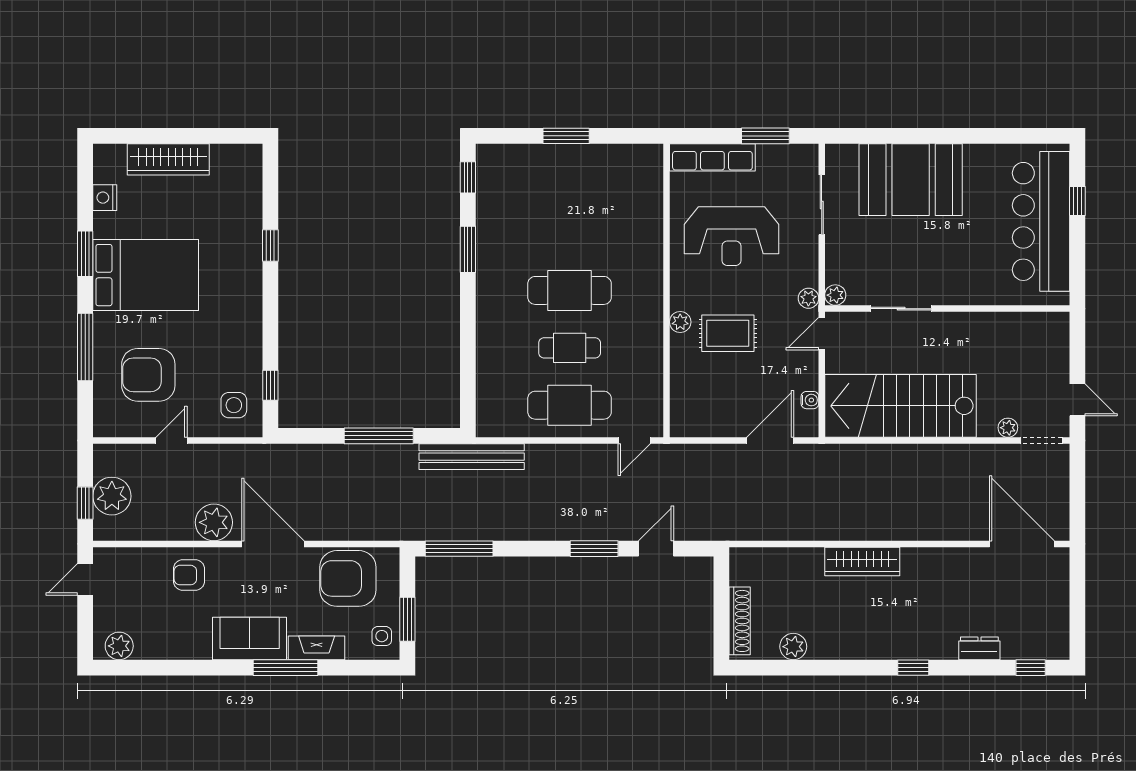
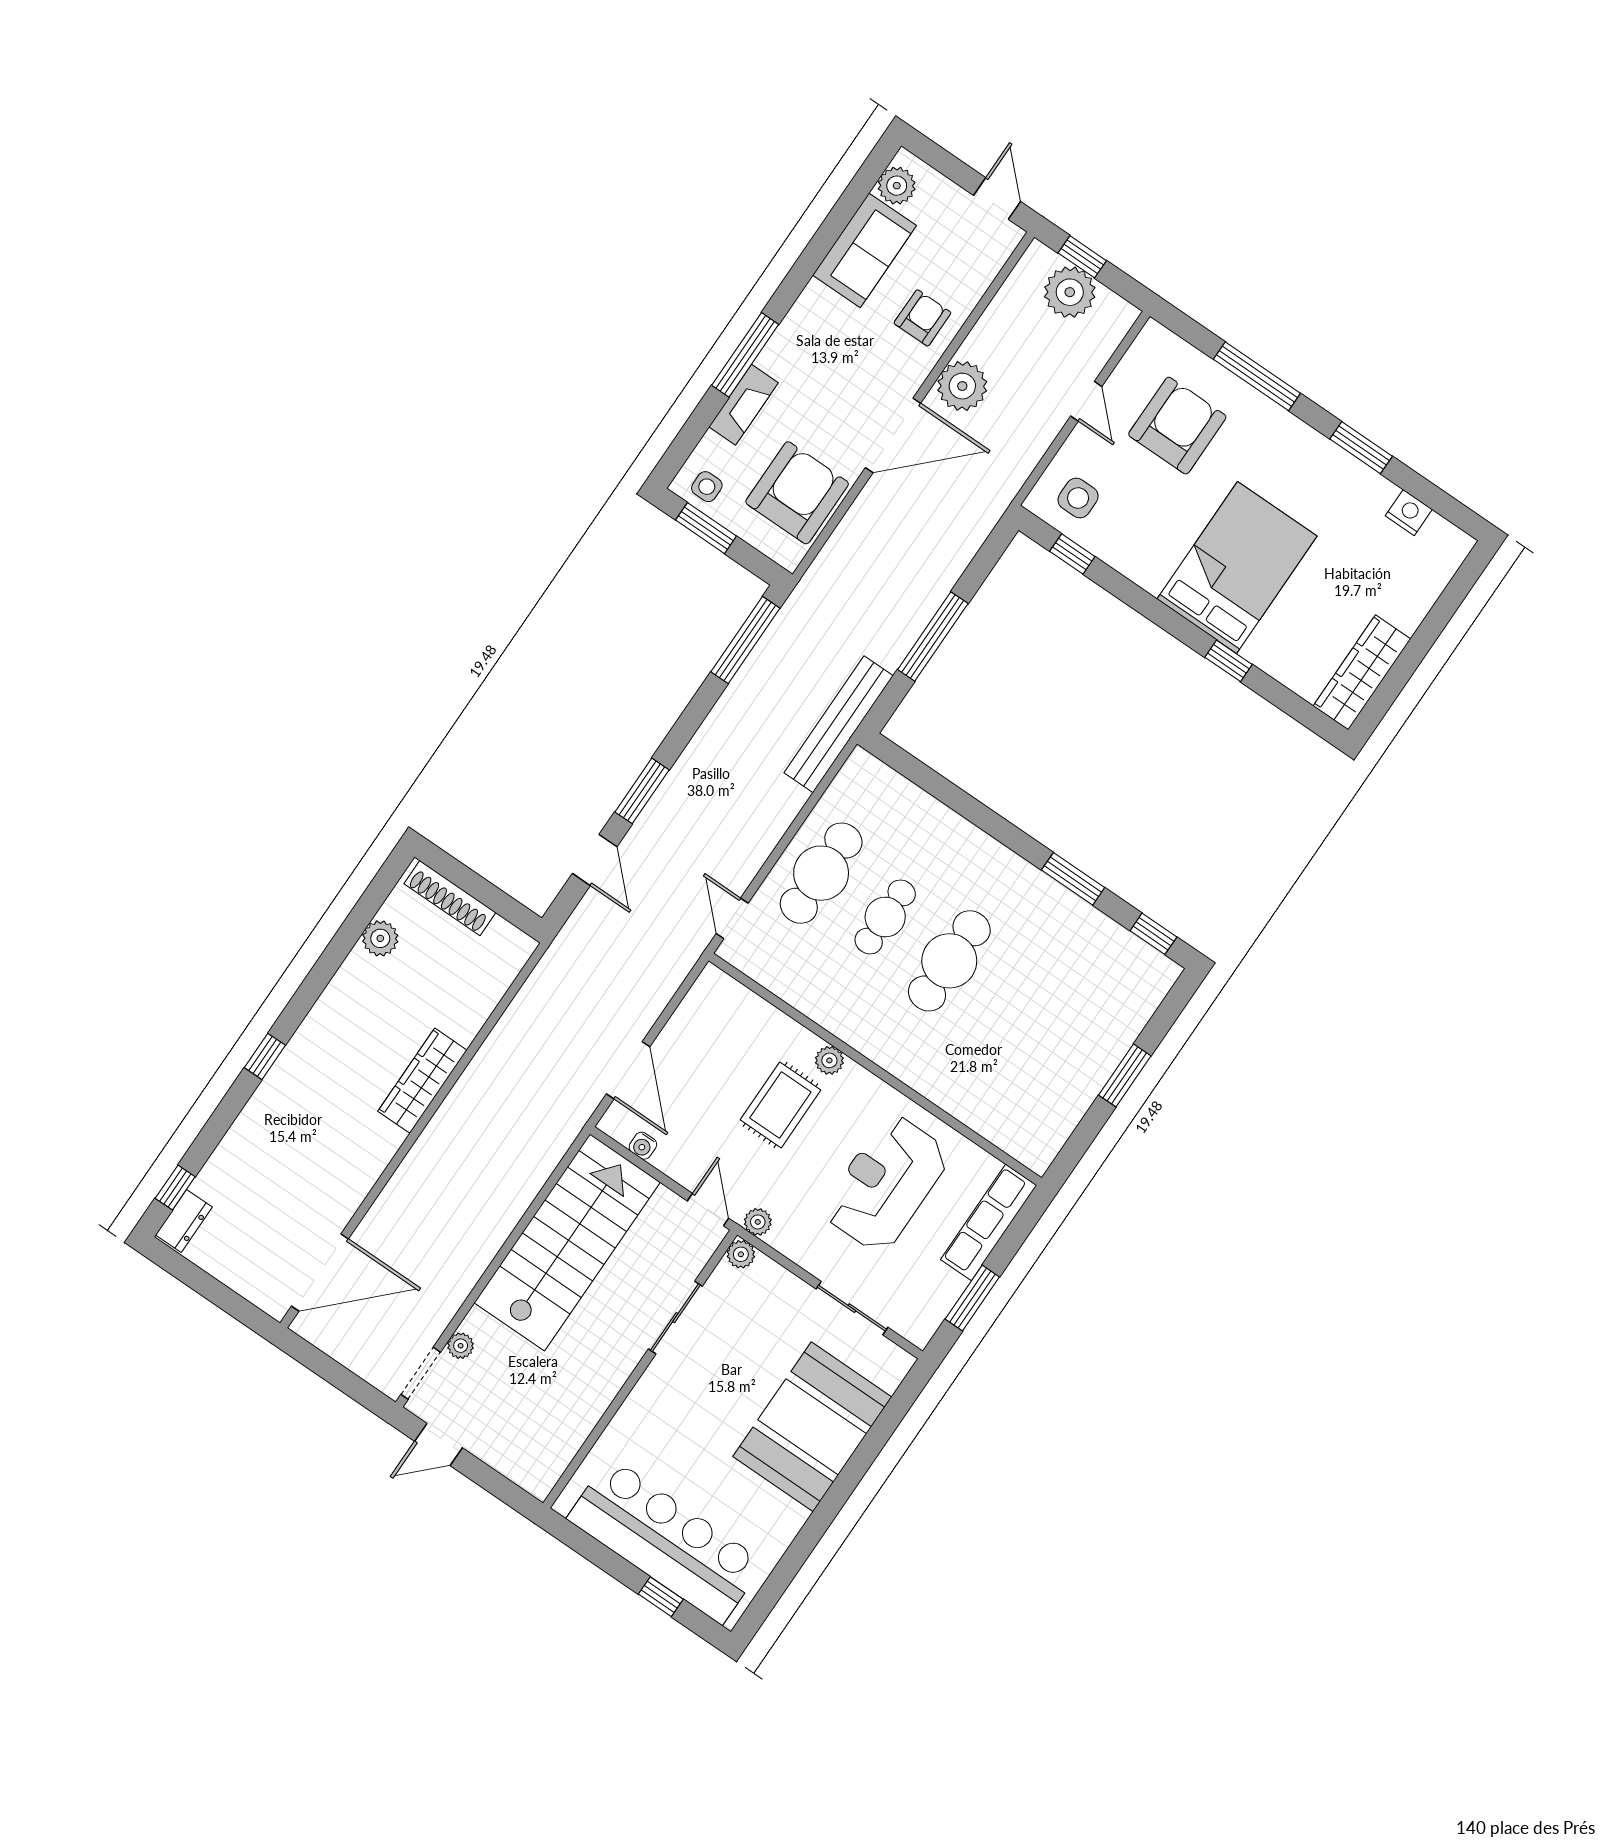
wardrobe: (168, 159) -> (1362, 672), moved
bed: (146, 275) -> (1237, 567), moved, turned 180
sofa: (250, 638) -> (865, 250), moved
dresser: (979, 648) -> (184, 1221), moved

